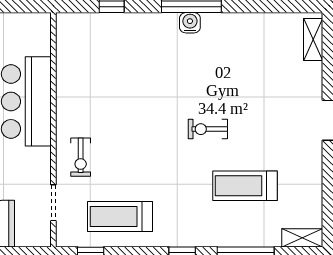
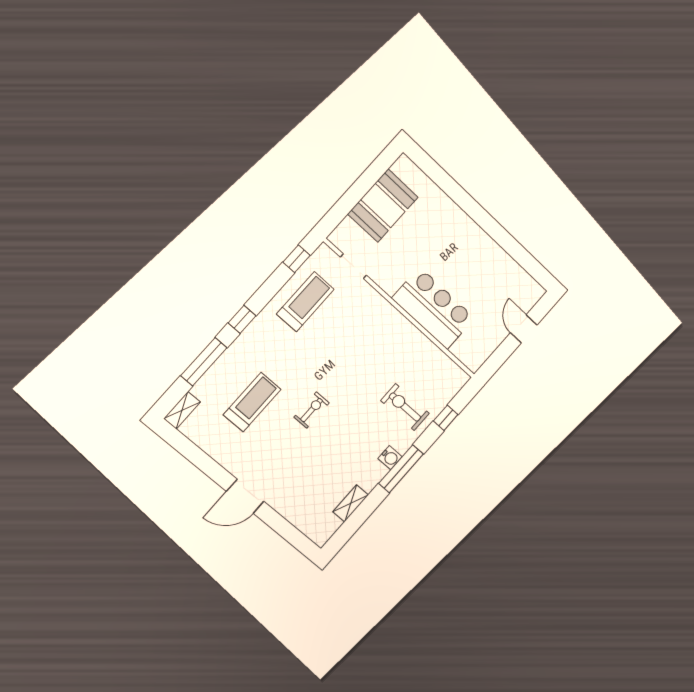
shelving: (313, 39) -> (351, 503), moved, turned 90
exercise bike: (81, 157) -> (405, 407), moved, width x1.38, depth x1.39

